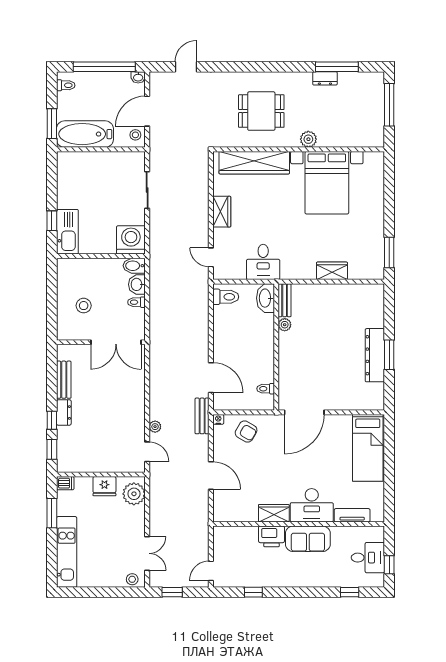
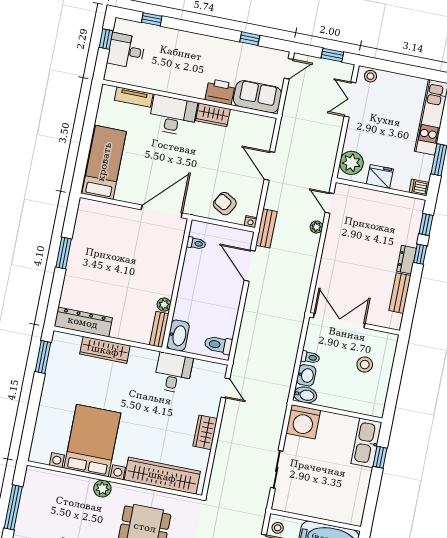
wardrobe: (332, 271) -> (105, 350), width x1.50
dresser: (375, 355) -> (83, 322), moved, turned -90
sofa: (308, 539) -> (257, 97), moved

